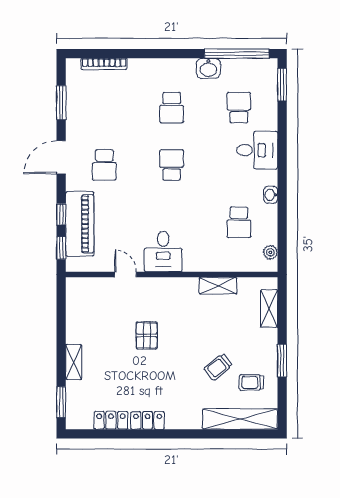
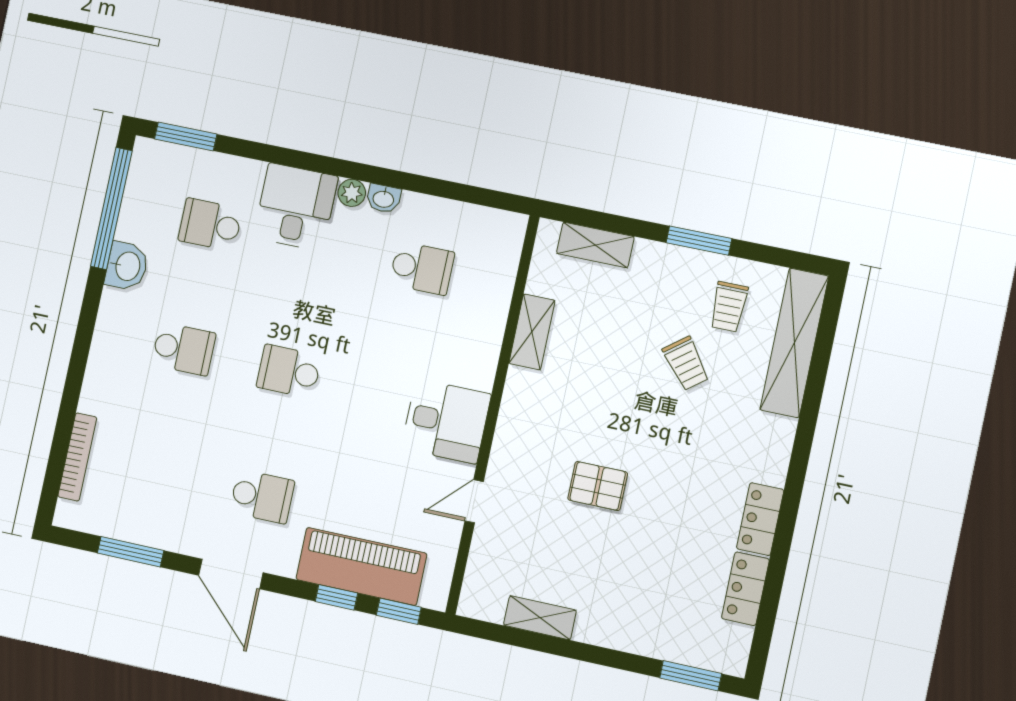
plant: (270, 252) -> (352, 193), moved
shelving: (74, 362) -> (540, 618), moved

